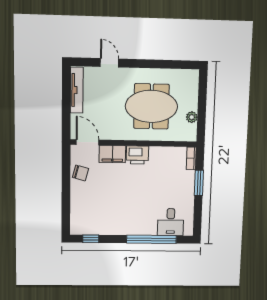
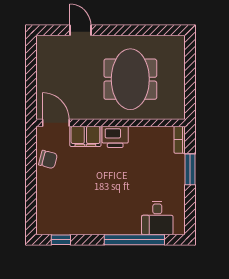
tv unit: (77, 90) -> (43, 62), removed
meeting table: (151, 106) -> (130, 79), turned 90
plant: (192, 117) -> (178, 91), removed

